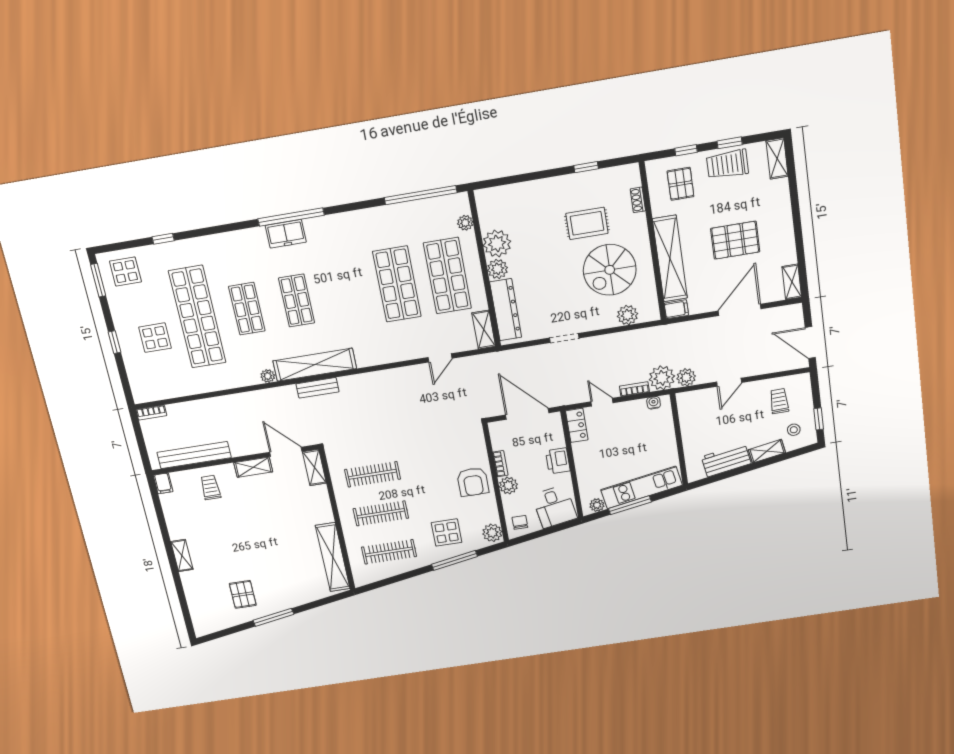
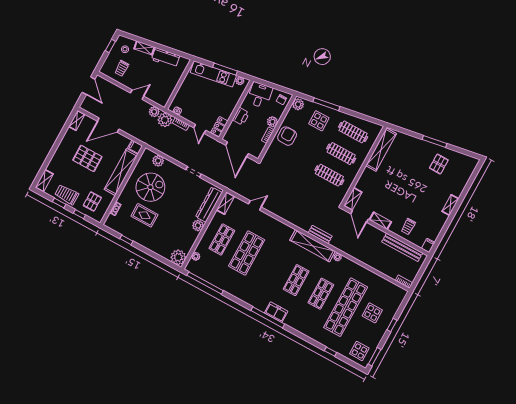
trolley: (727, 164) -> (67, 195), turned 180
plant: (497, 243) -> (178, 257), moved
shop shelf: (447, 276) -> (222, 239), width x0.70, depth x0.74

